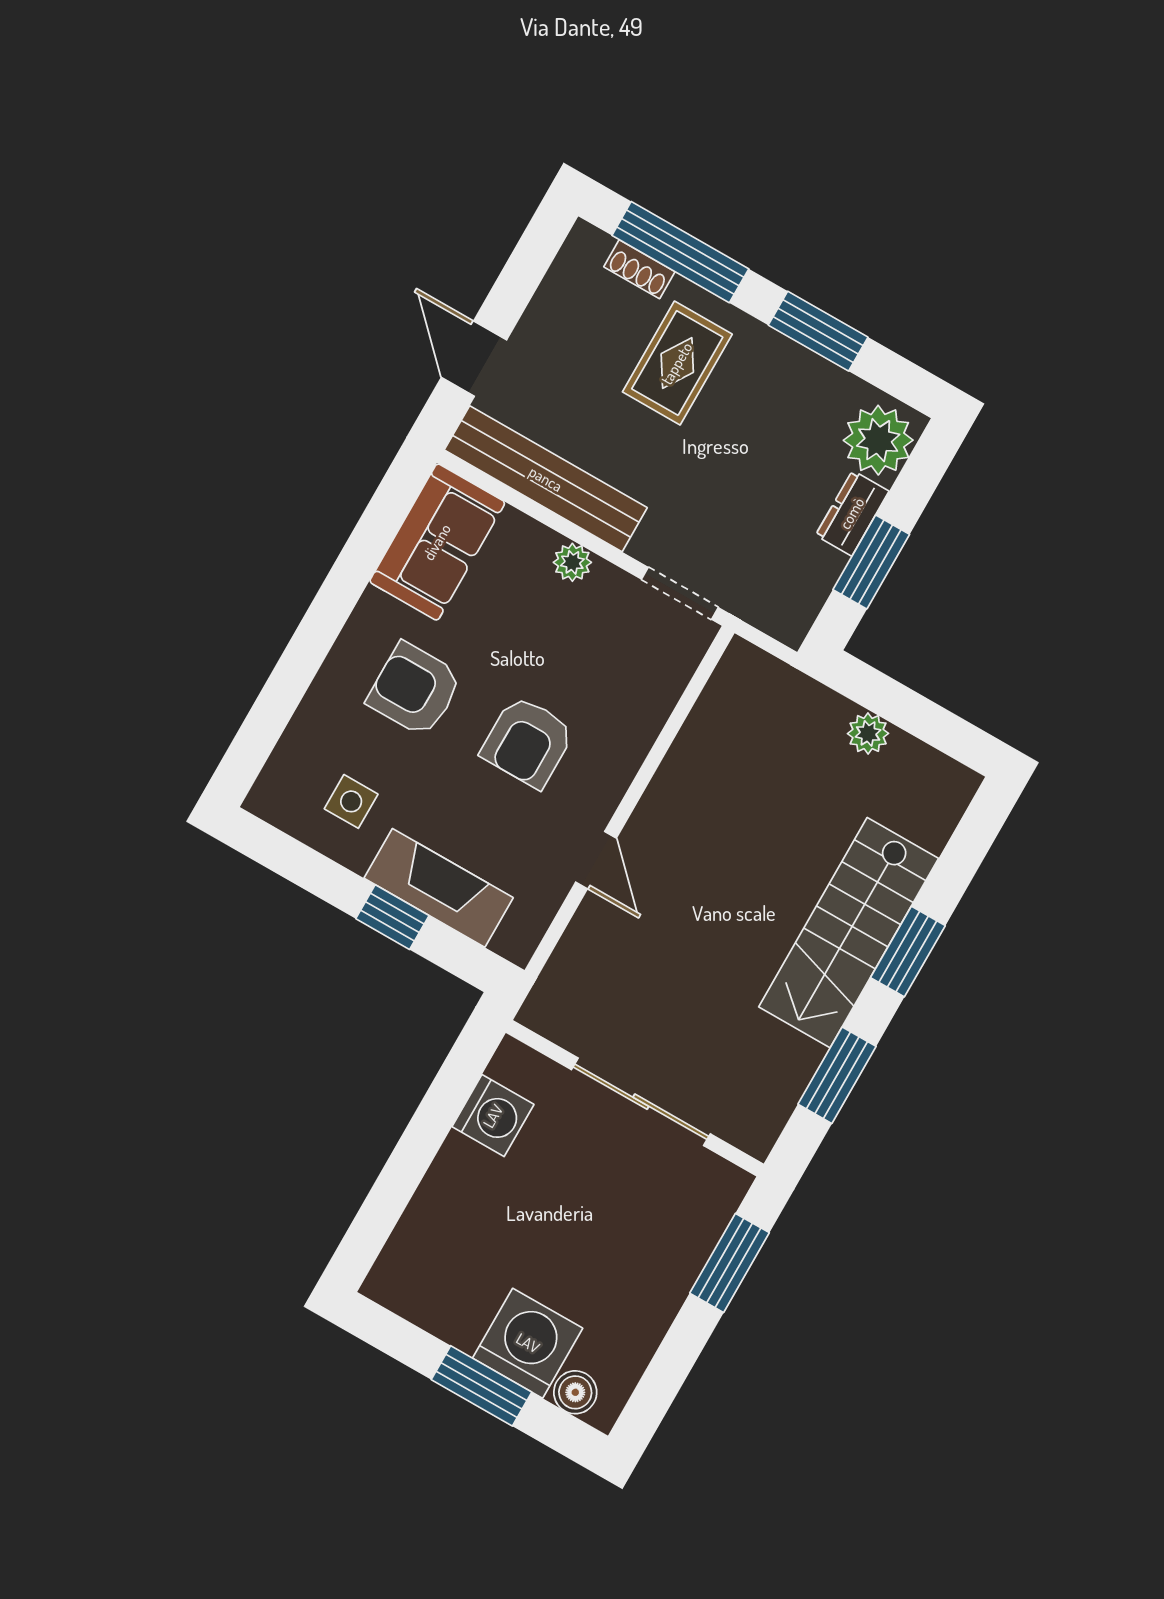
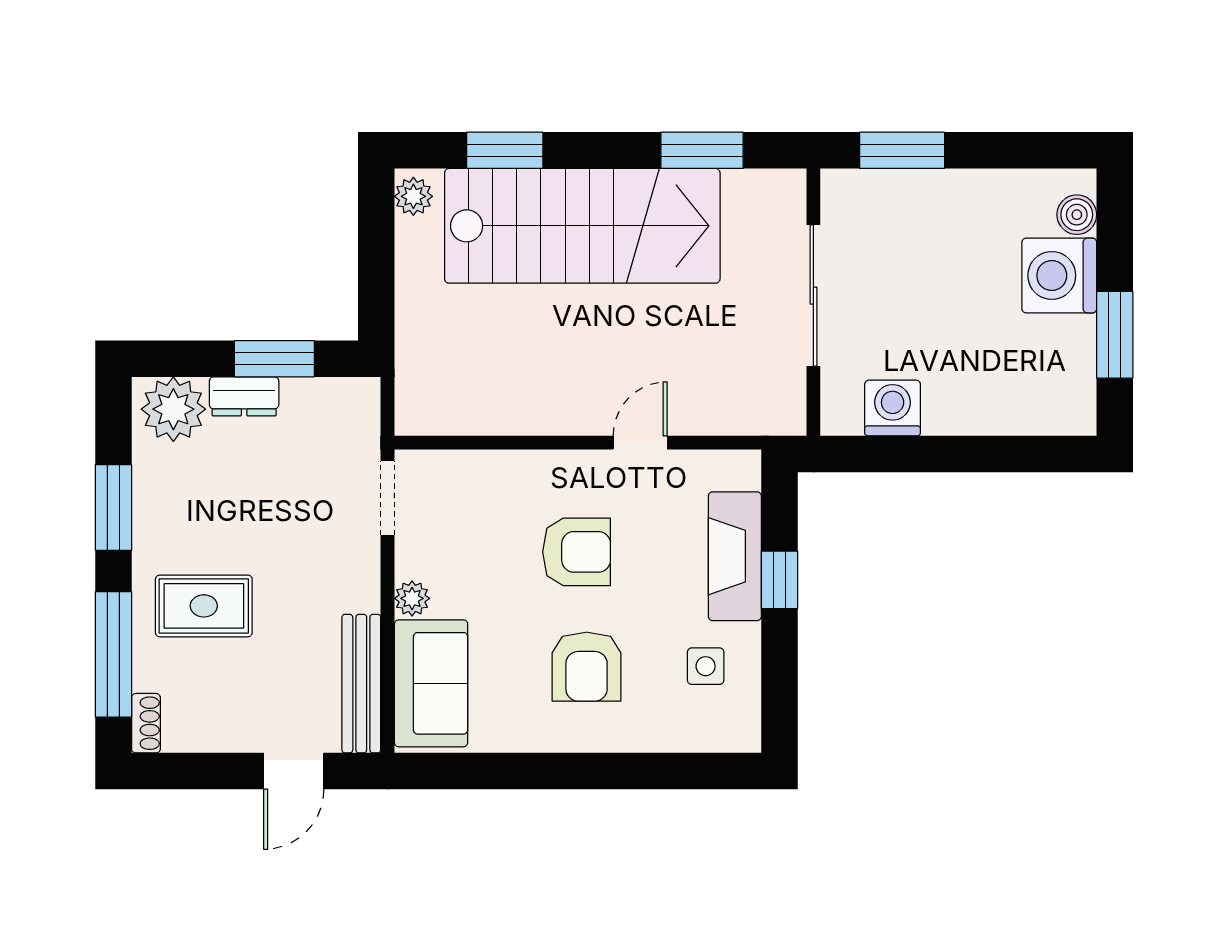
shoe rack: (639, 269) -> (146, 723), moved
bench: (546, 479) -> (361, 684), width x0.73, depth x0.82
sofa: (437, 542) -> (431, 683), moved, turned 90
plant: (868, 733) -> (413, 196), moved
stairs: (849, 933) -> (582, 226), width x1.36, depth x1.51
window: (908, 952) -> (505, 150), moved
window: (482, 1386) -> (1115, 335), moved

